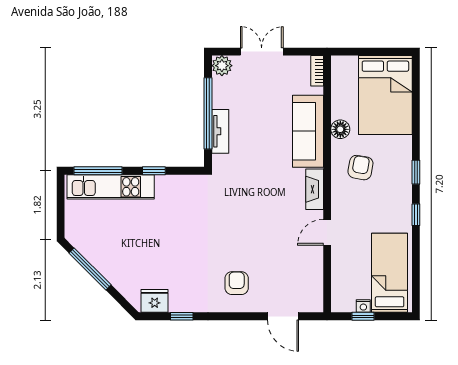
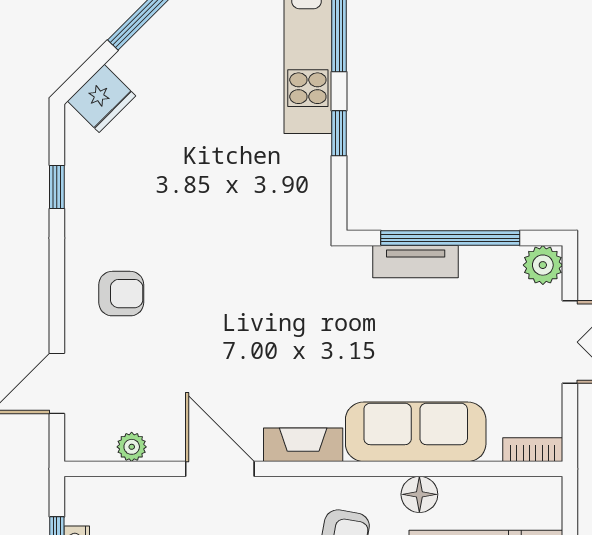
door: (327, 232) -> (220, 469), width x1.38
plant: (316, 278) -> (132, 447), added
fridge: (155, 301) -> (102, 98), moved, turned 45

